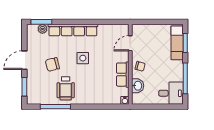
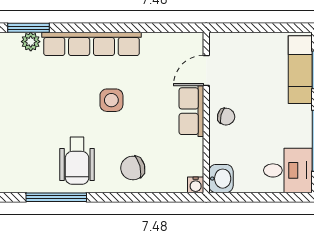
chair: (52, 64) -> (133, 168), moved
row of seats: (123, 75) -> (191, 111), moved
washbasin: (138, 86) -> (221, 179), moved

